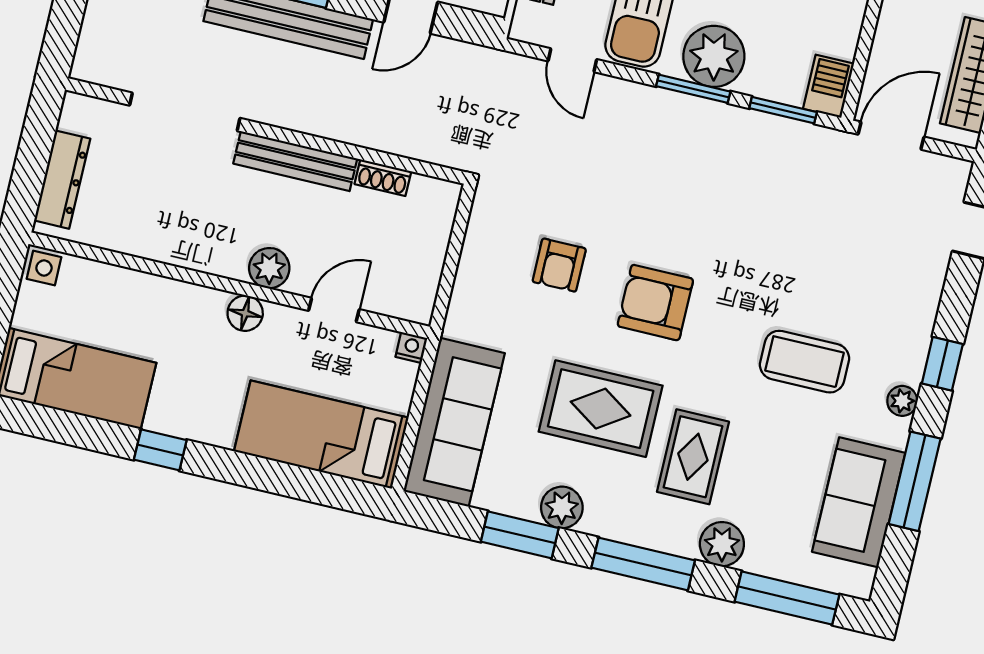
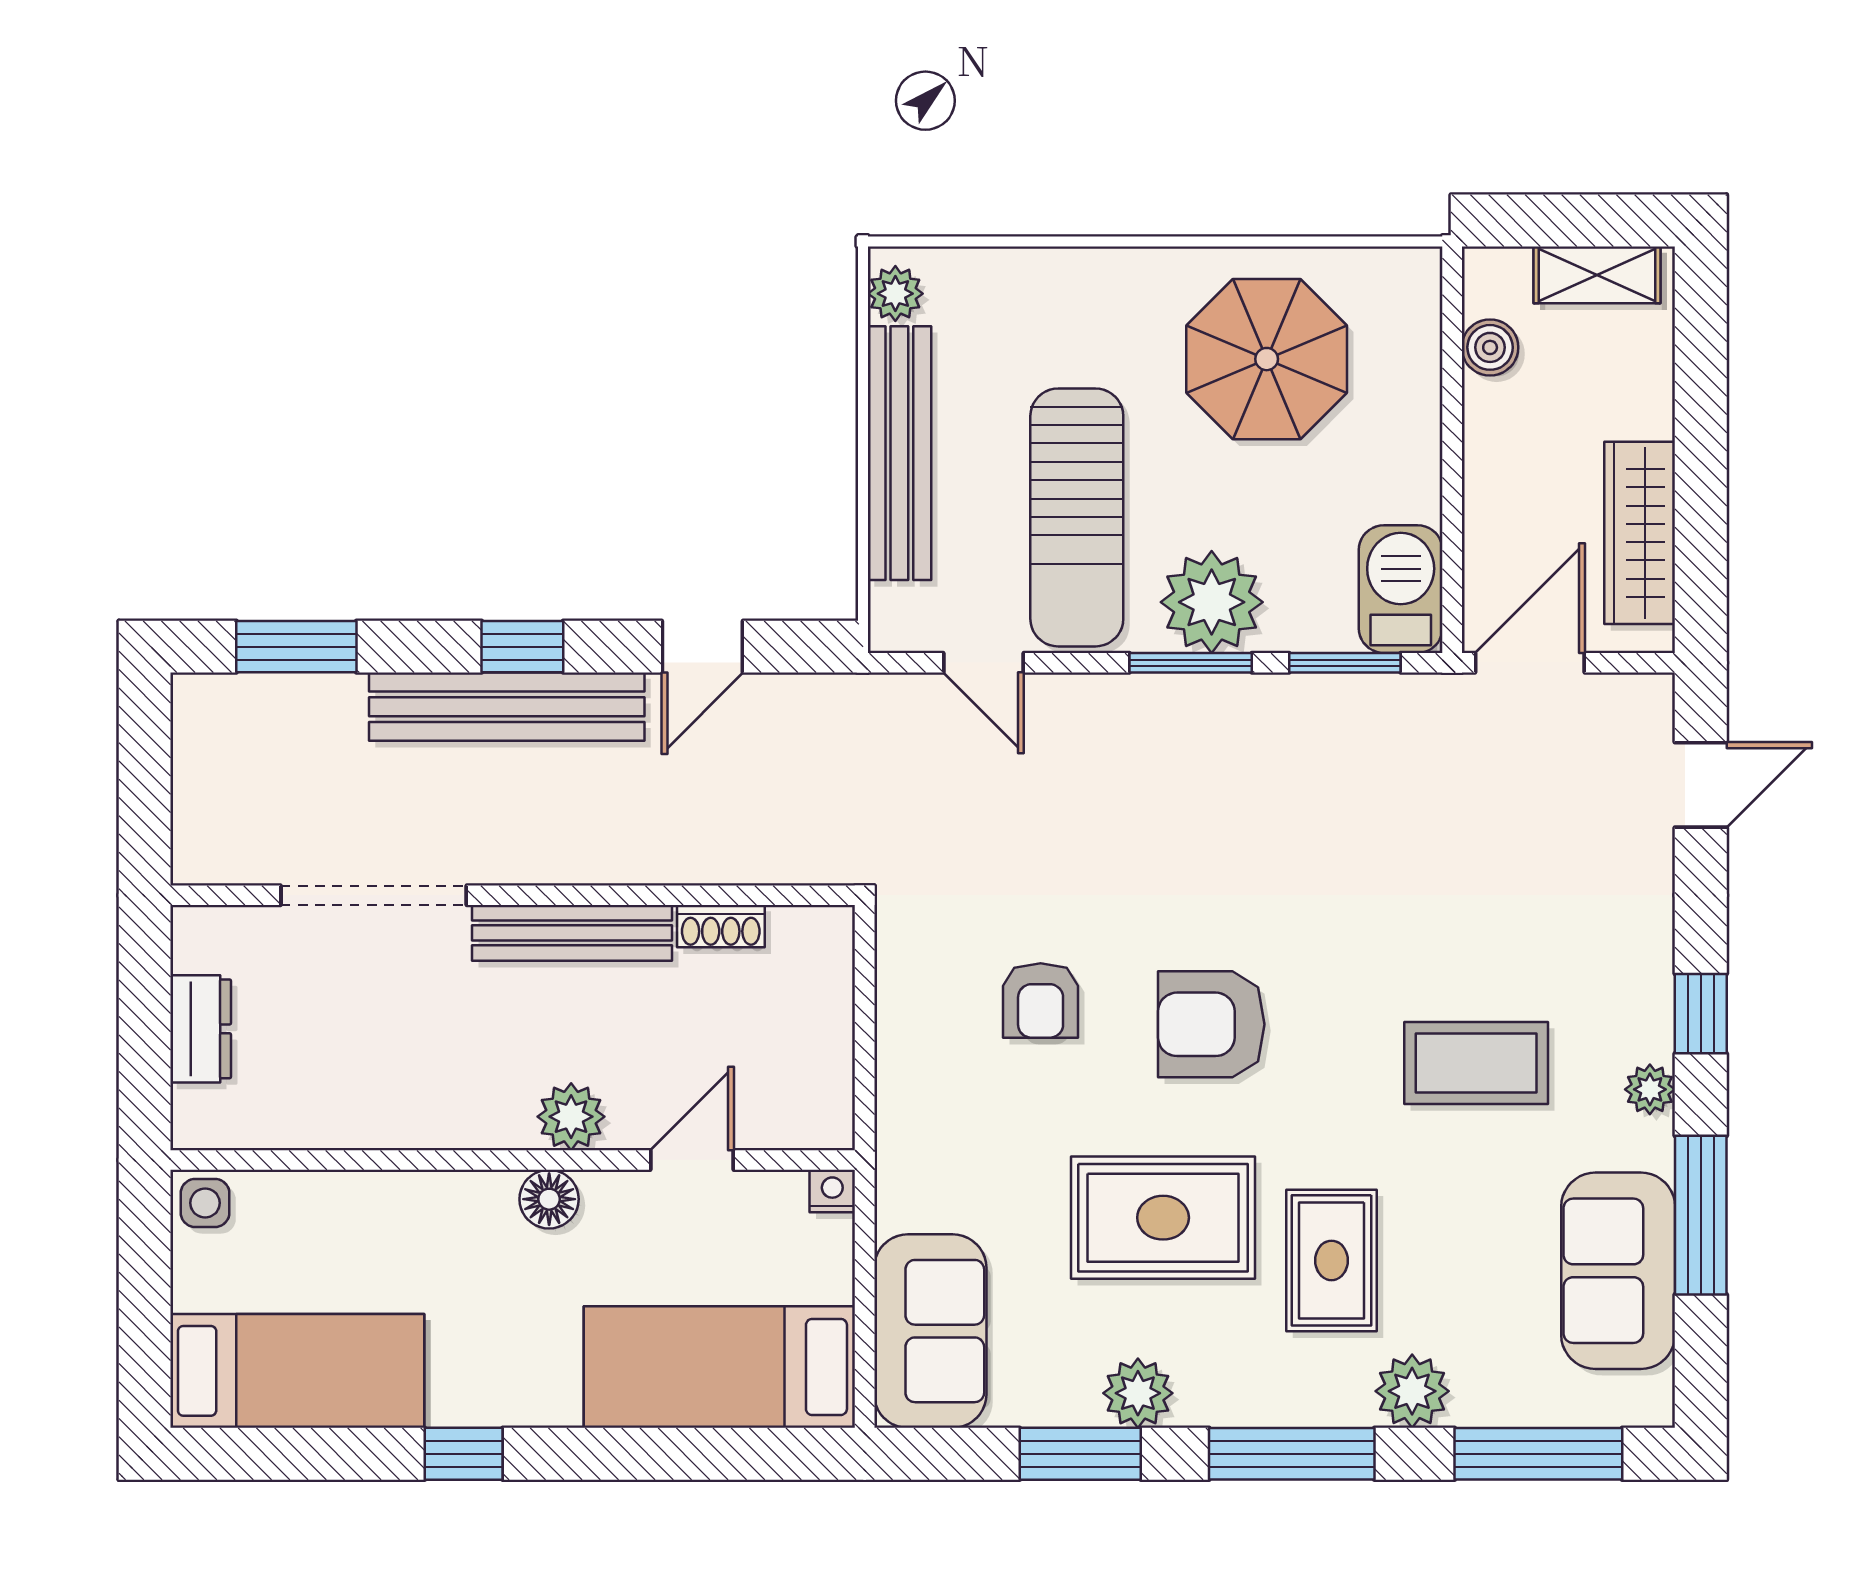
barbecue: (829, 86) -> (1401, 589), width x1.38, depth x1.27
dresser: (62, 180) -> (201, 1029), width x0.70
sofa: (454, 422) -> (930, 1331), width x0.73

